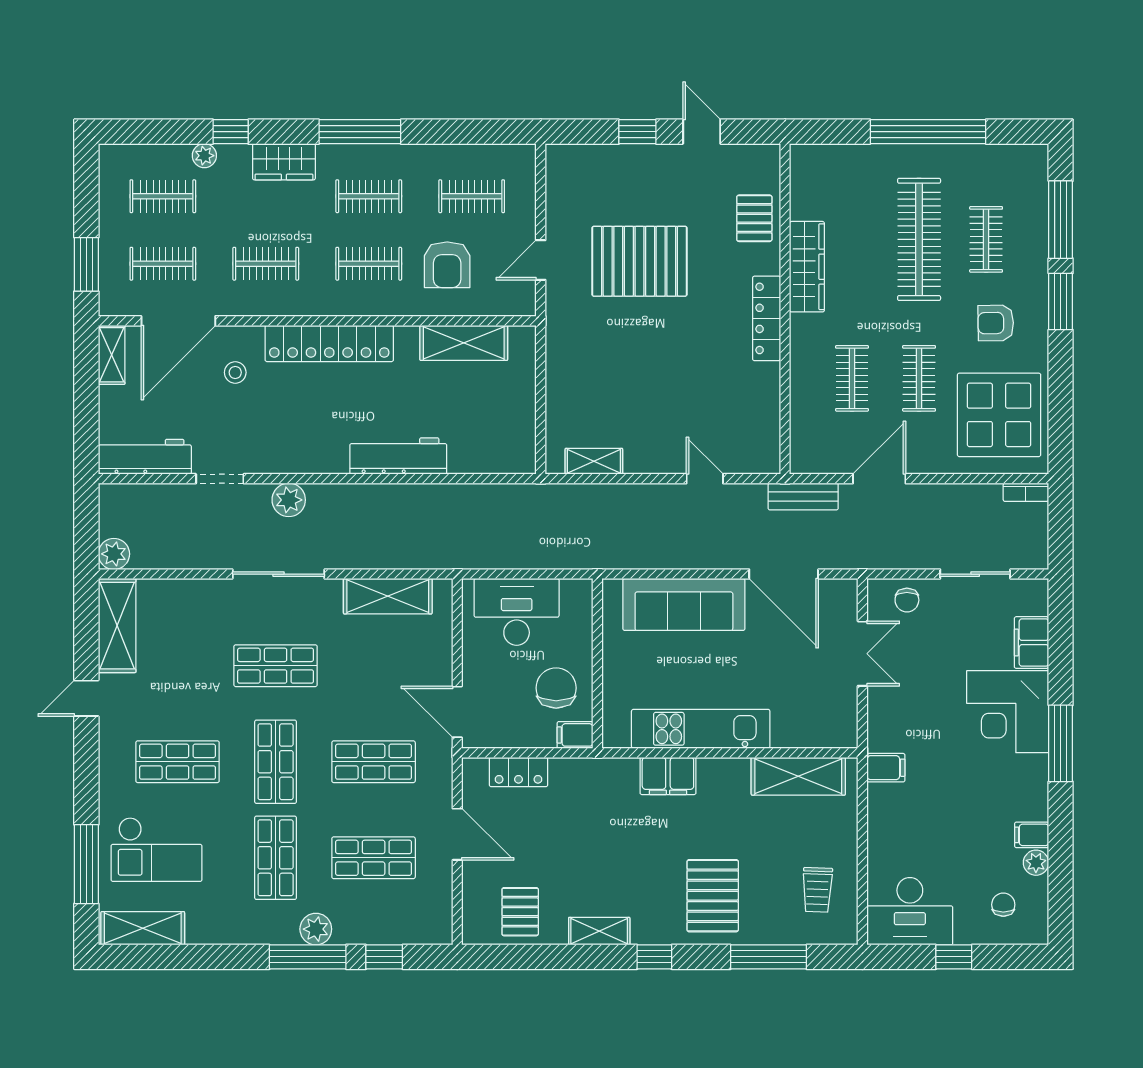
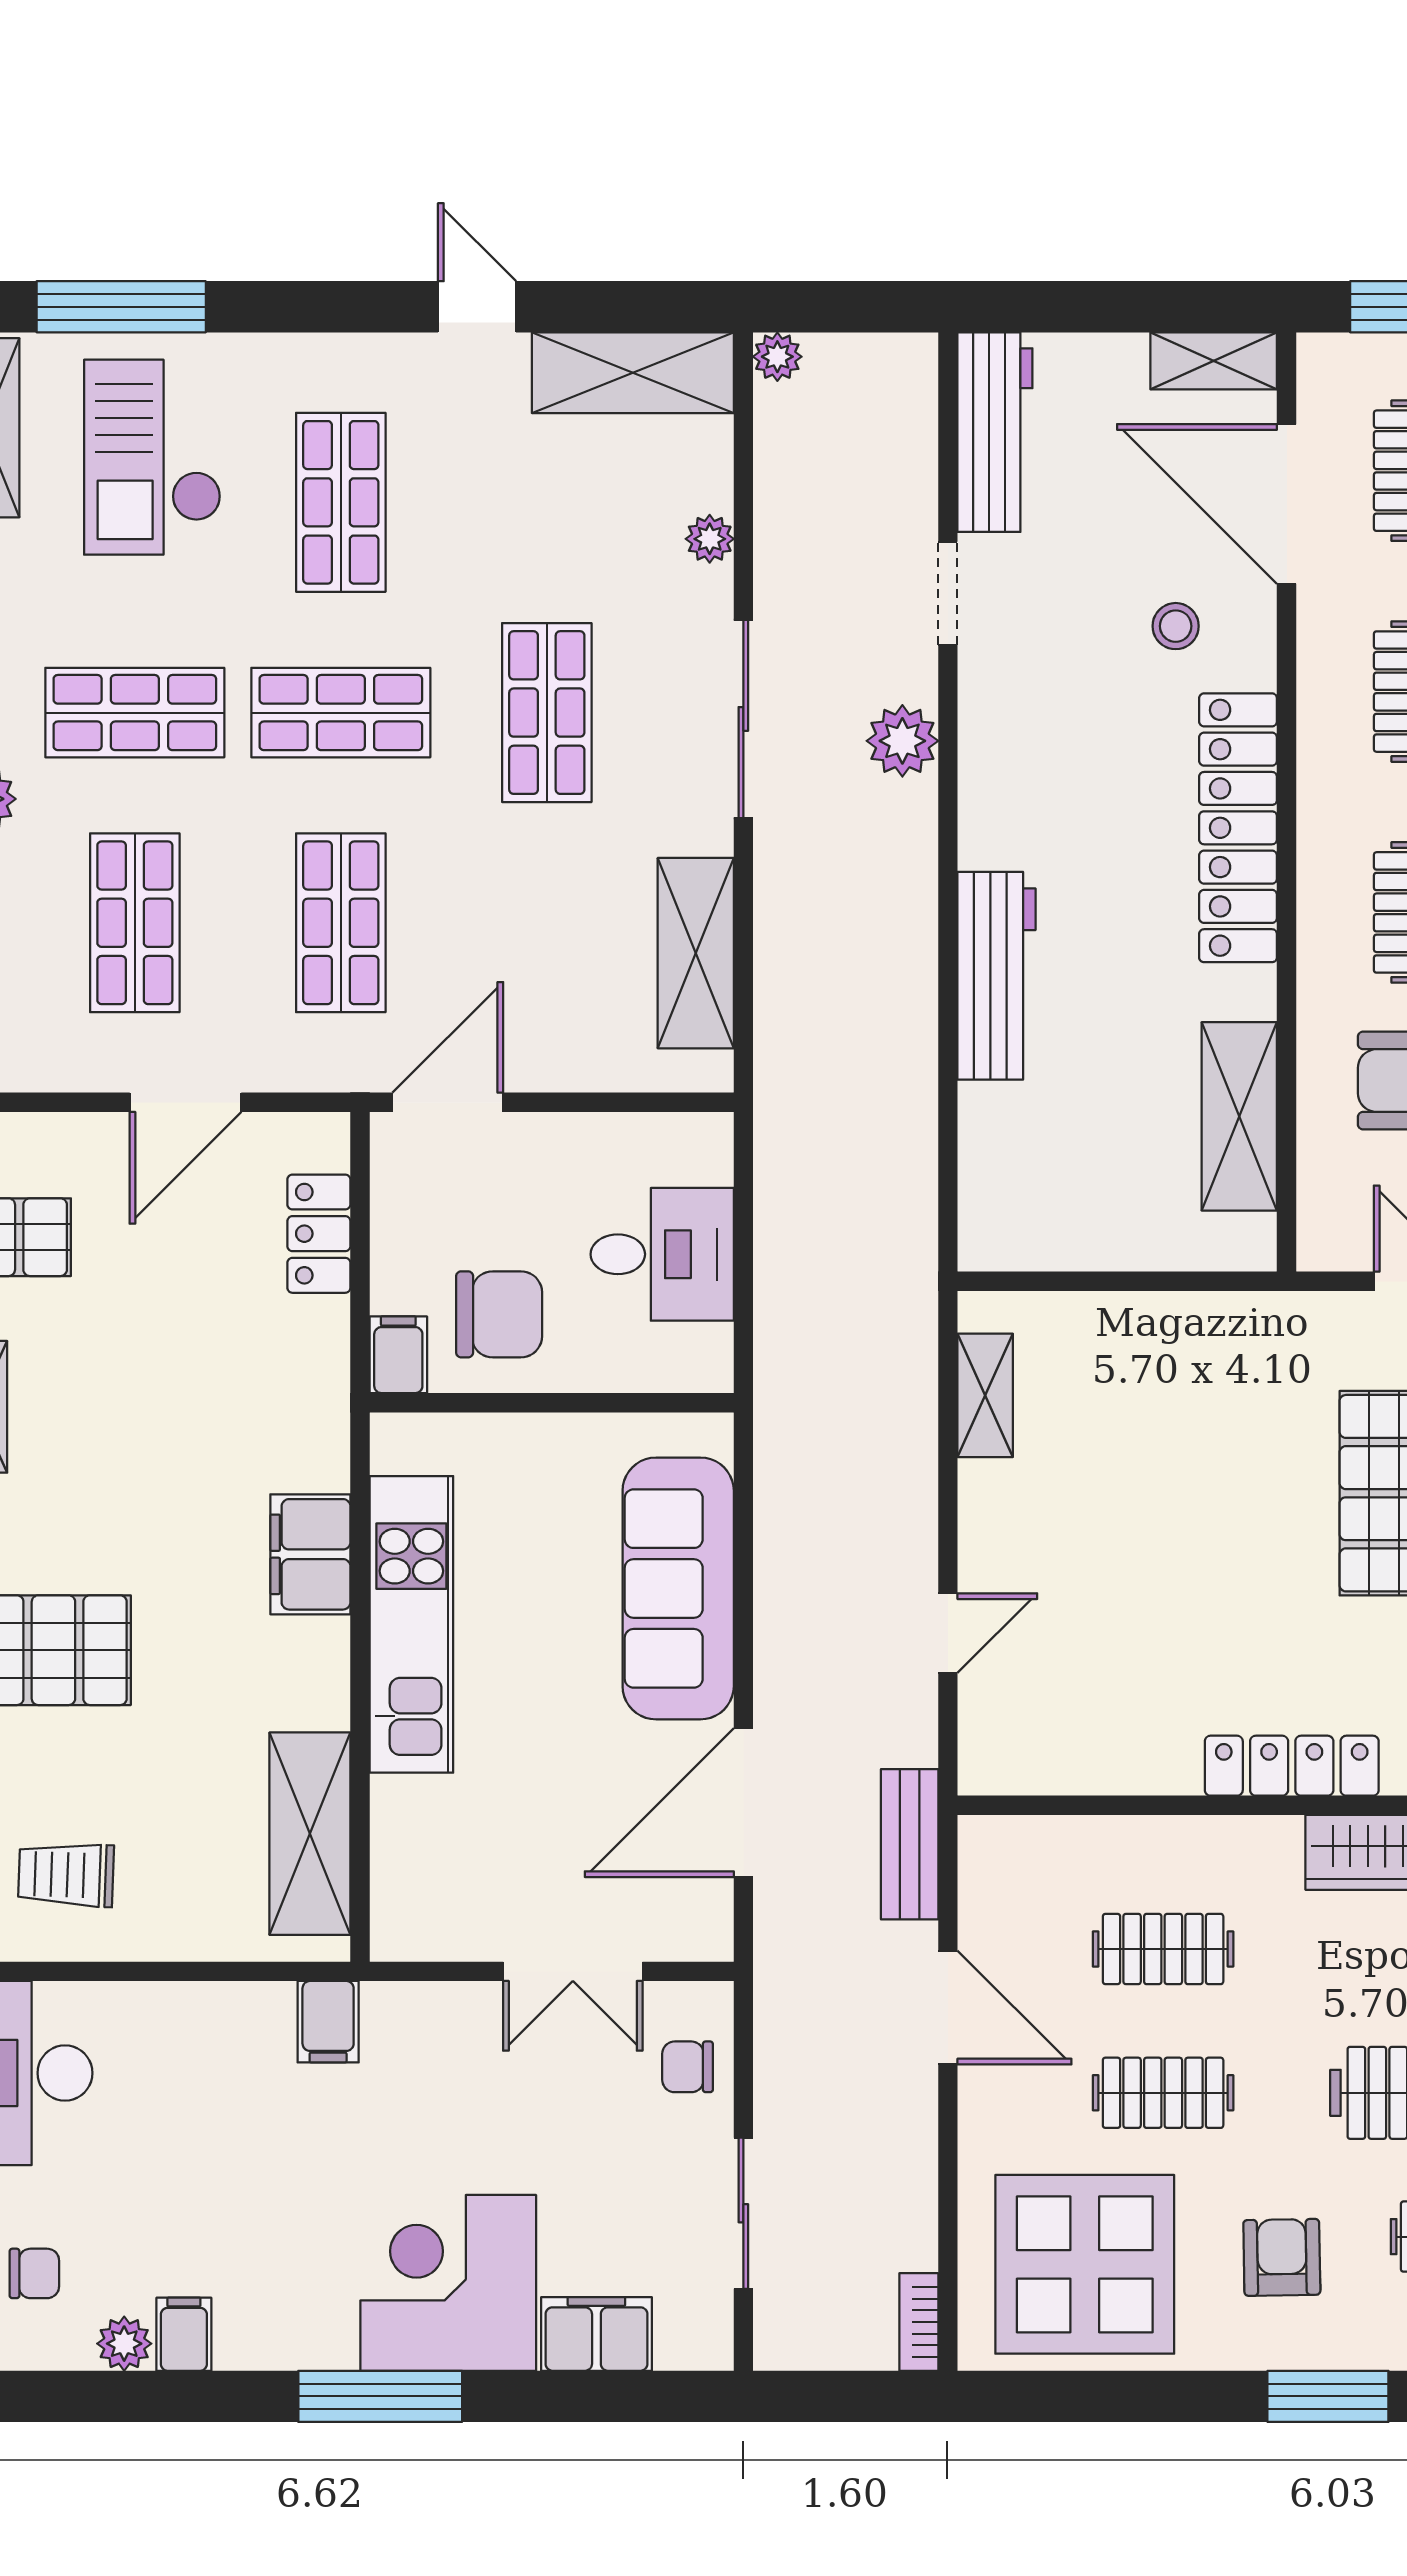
plant: (114, 554) -> (777, 357), width x0.73, depth x0.73
plant: (195, 590) -> (710, 539), added
desk: (517, 612) -> (662, 1254), width x0.73

